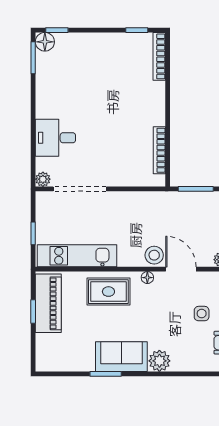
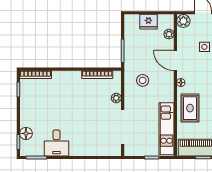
floor lamp: (45, 42) -> (26, 133), moved
desk: (55, 138) -> (56, 143), moved
plant: (43, 179) -> (116, 98), moved
stool: (154, 255) -> (143, 80), moved
door: (181, 269) -> (175, 61), hinge flipped

